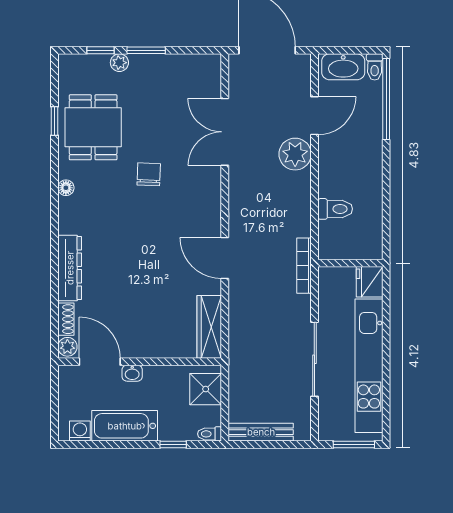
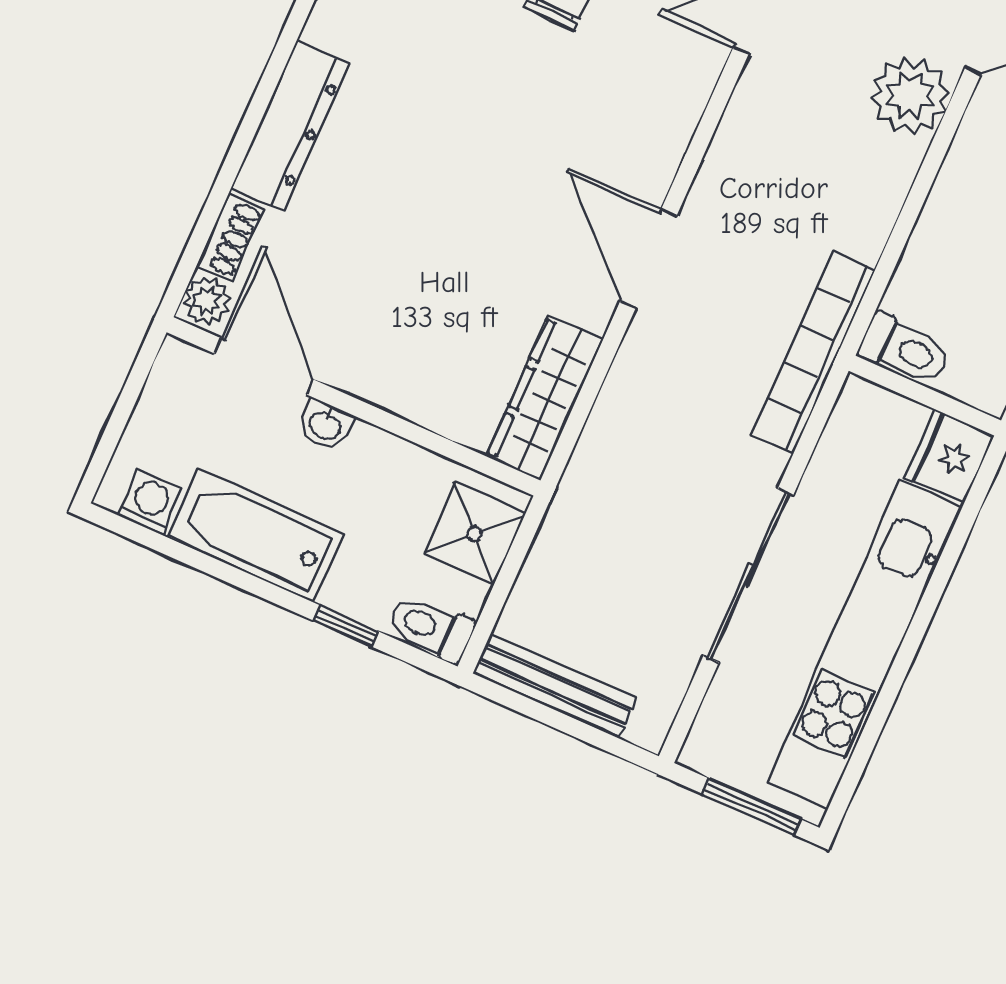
toilet: (335, 209) -> (905, 349), moved
bookcase: (304, 266) -> (813, 353), width x1.48, depth x1.31
toilet: (210, 434) -> (431, 628), width x1.37, depth x1.39

